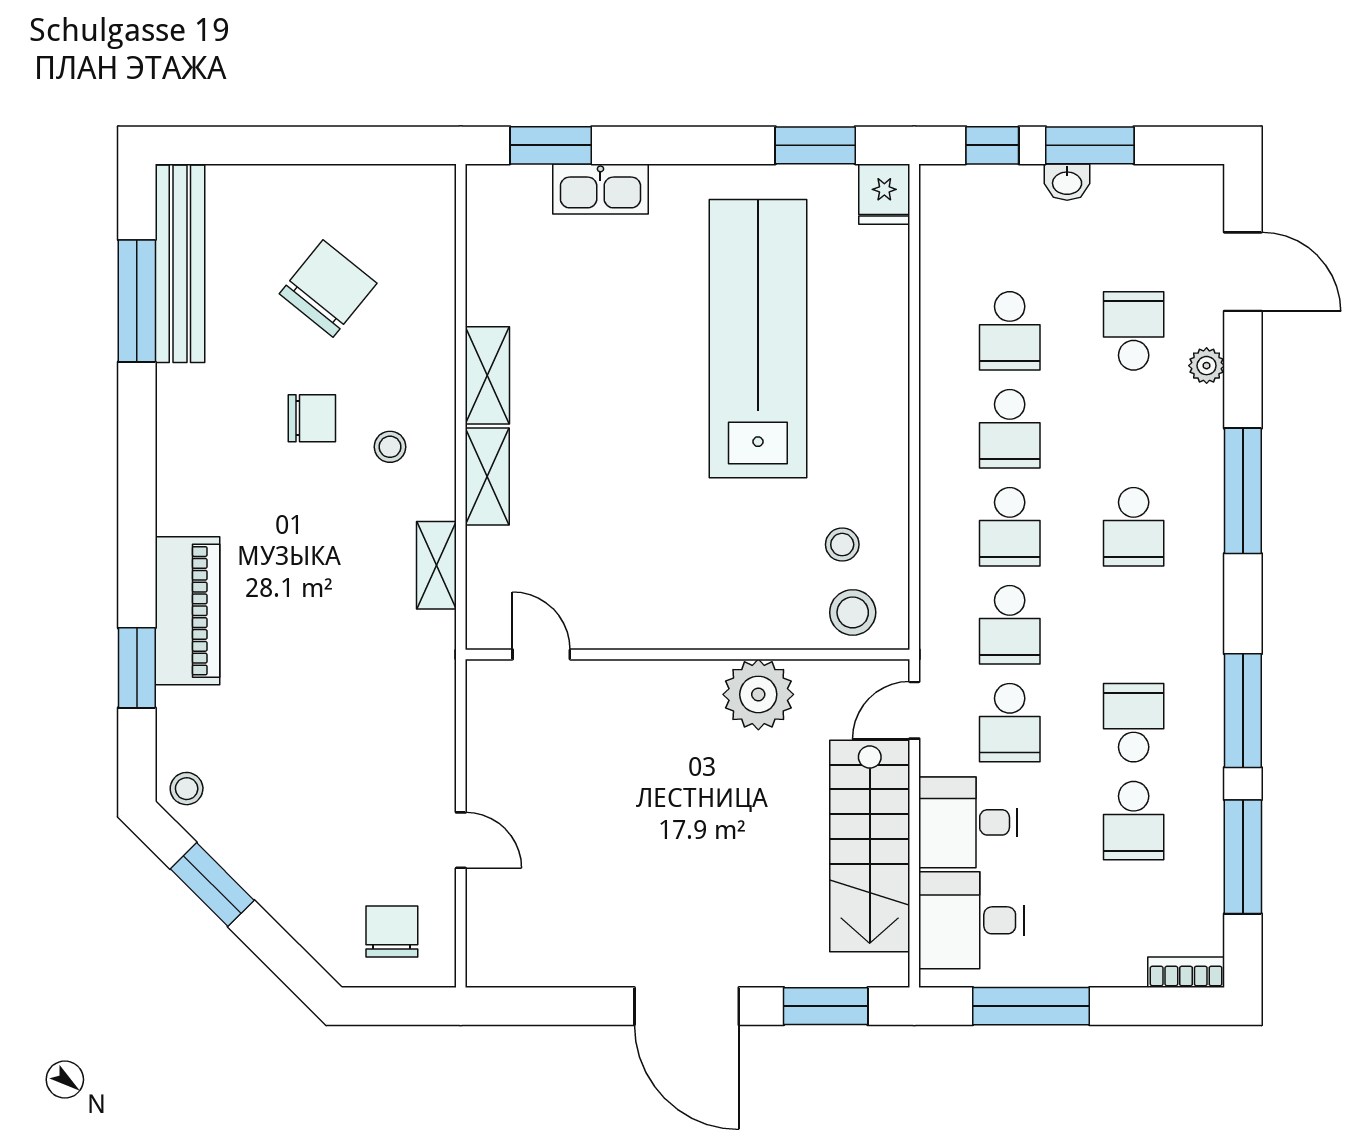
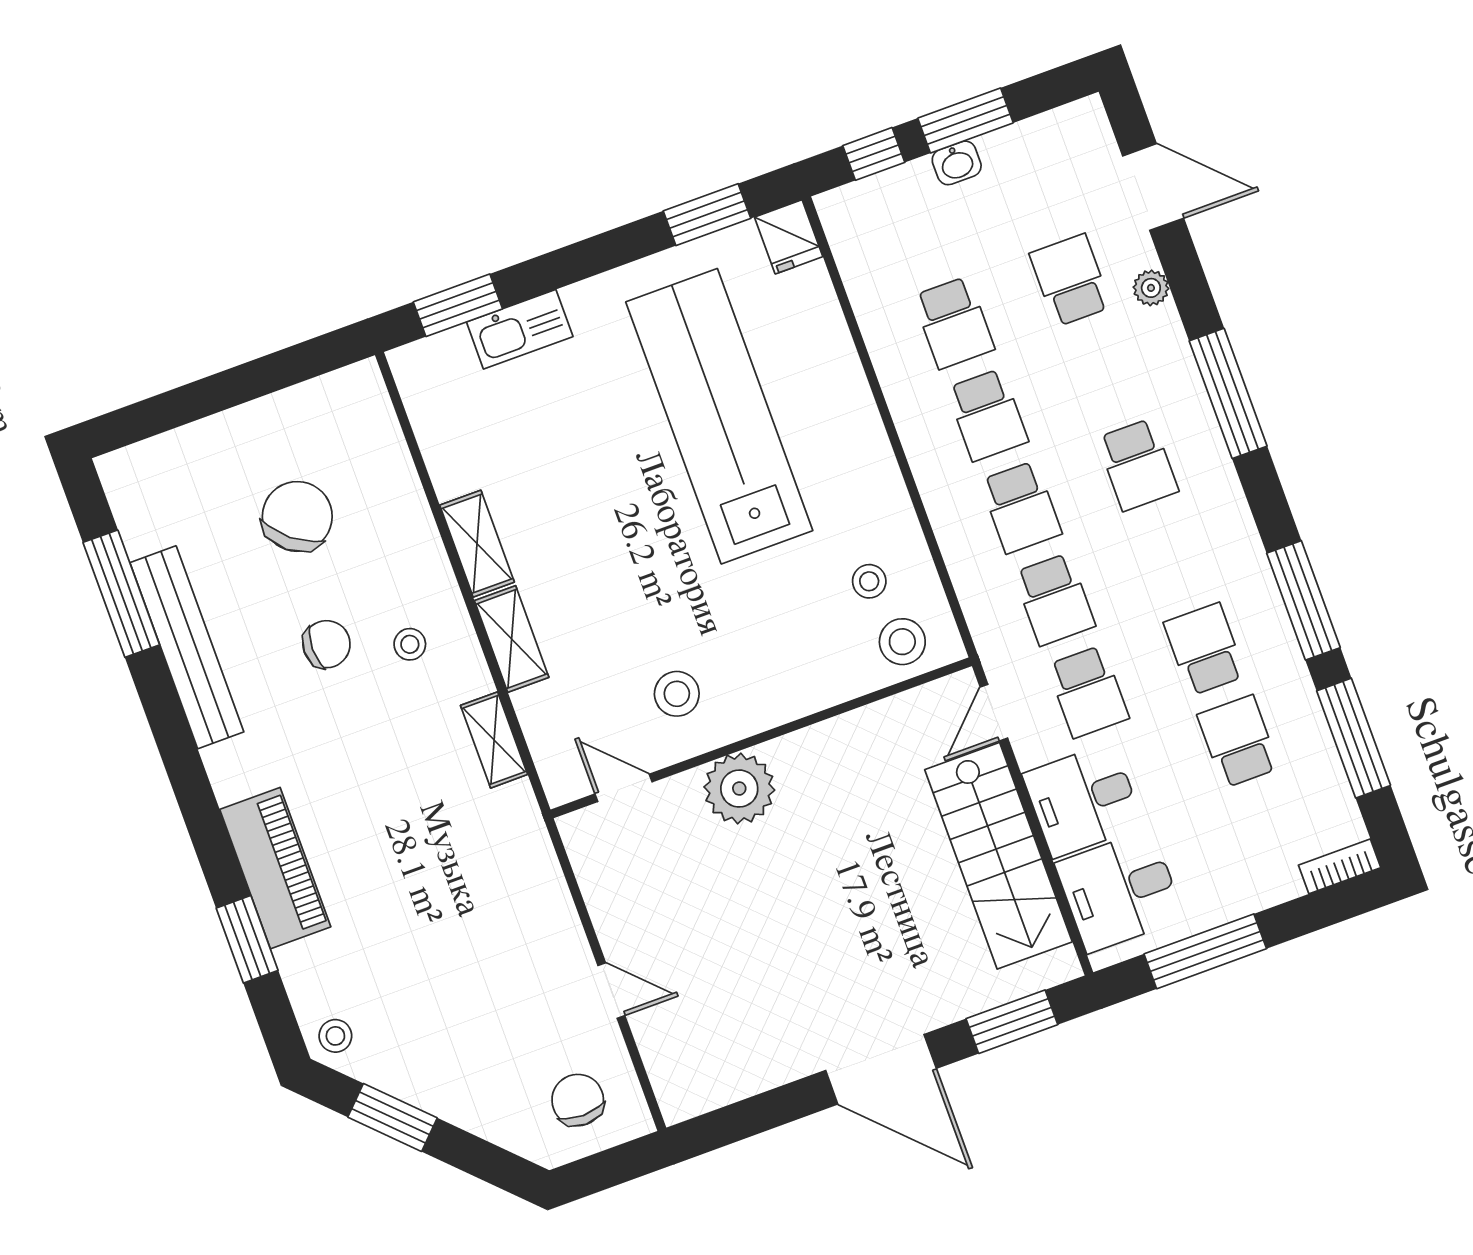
bench: (180, 264) -> (187, 647), moved
stool: (623, 584) -> (677, 694), added
plant: (758, 694) -> (739, 789), moved
school desk: (1134, 821) -> (1238, 741), turned 180

